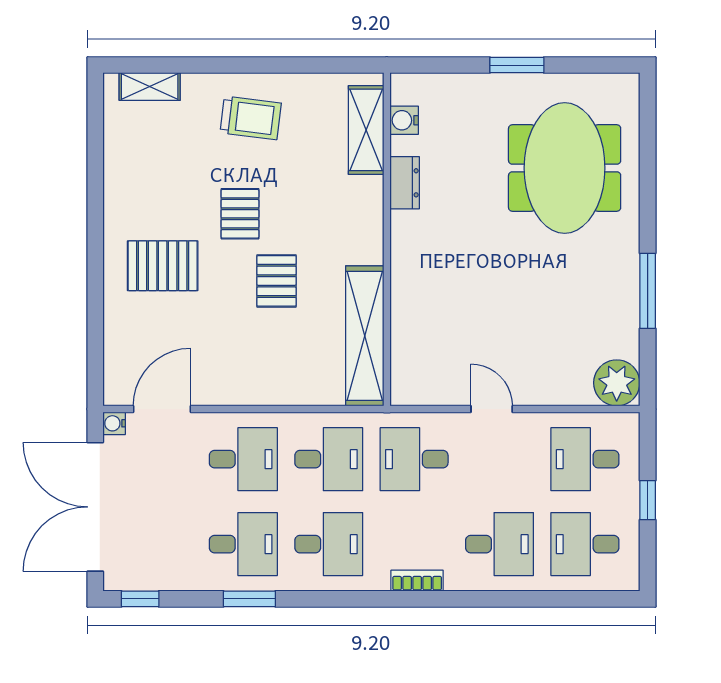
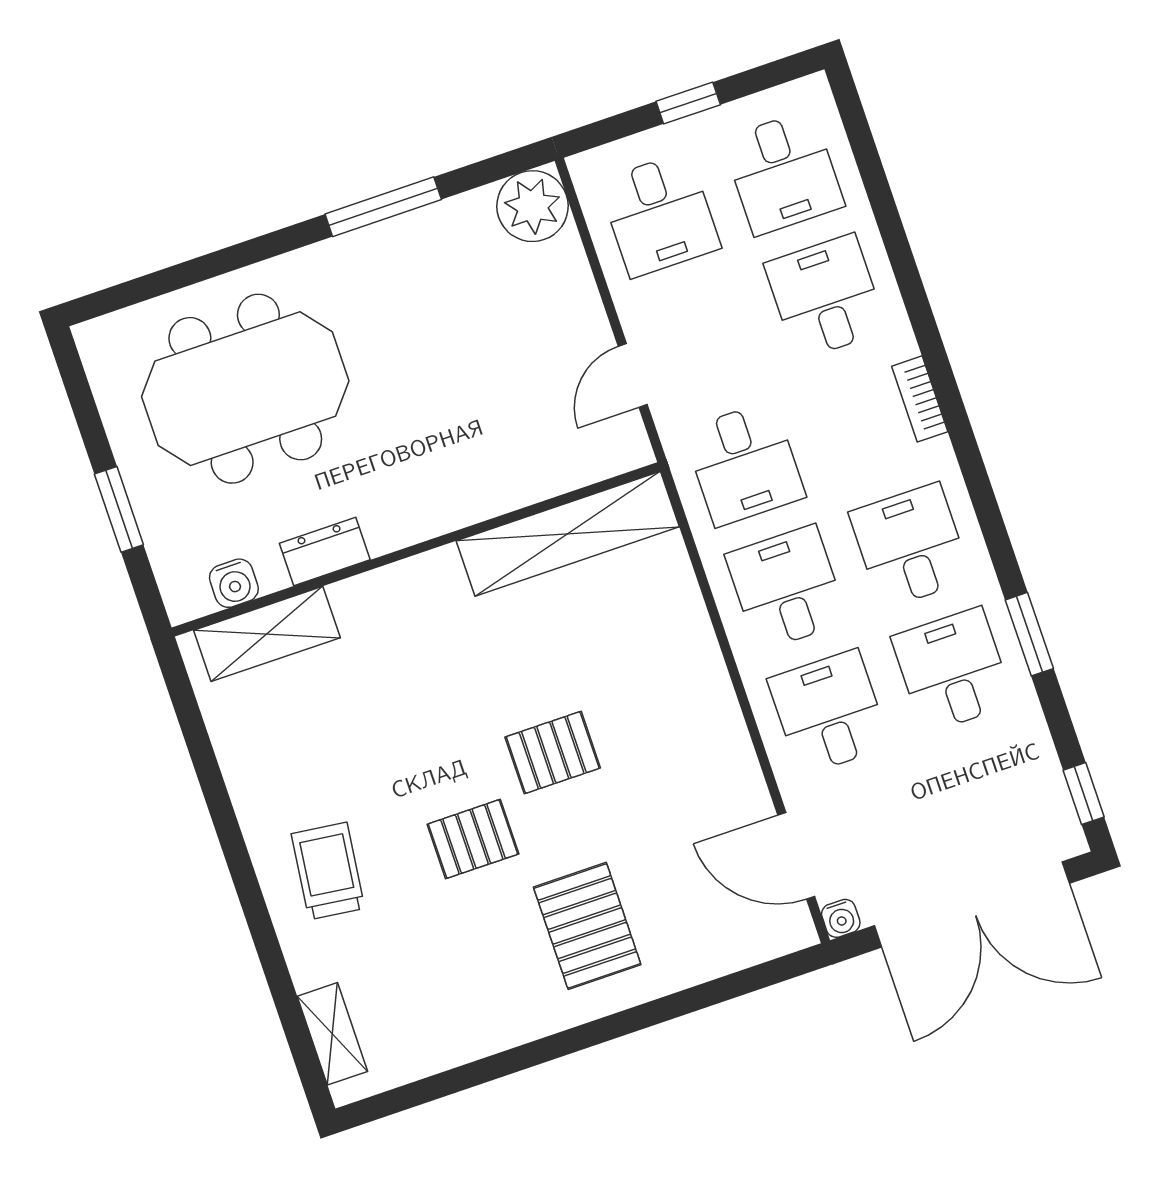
water cooler: (404, 120) -> (234, 583), moved
shelving: (366, 130) -> (267, 634), moved
dresser: (405, 183) -> (325, 551), moved
wall: (387, 239) -> (416, 549), moved
shelving: (365, 336) -> (568, 534), moved

